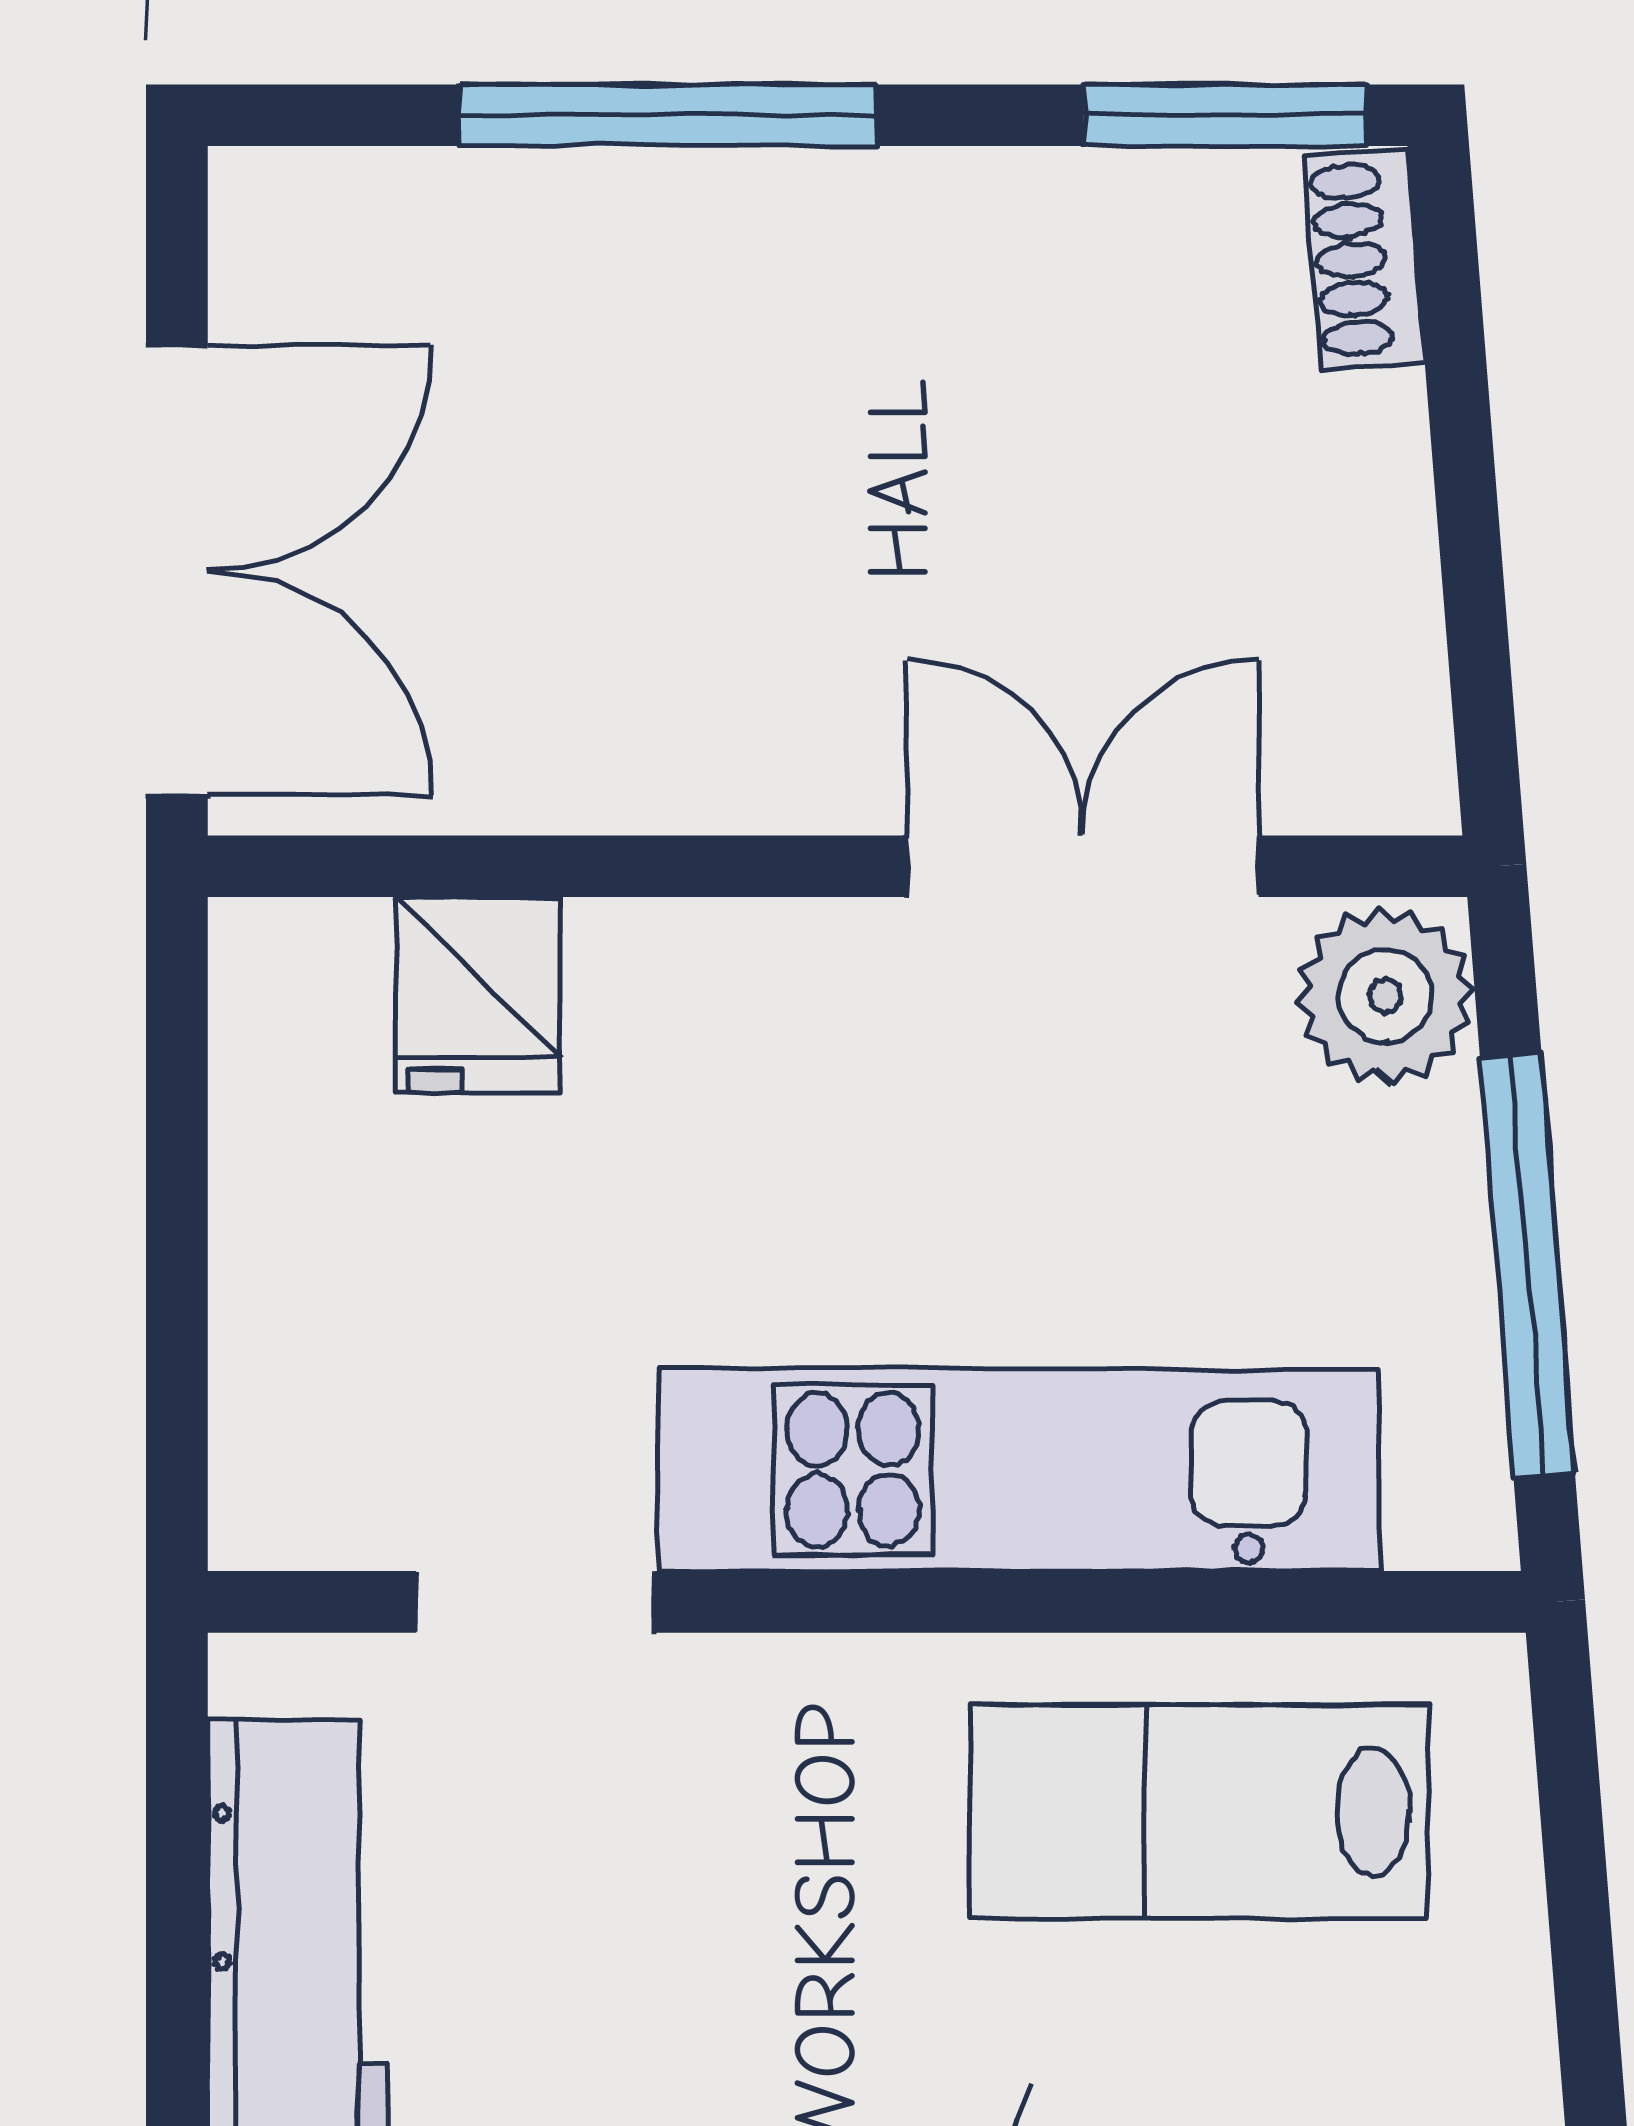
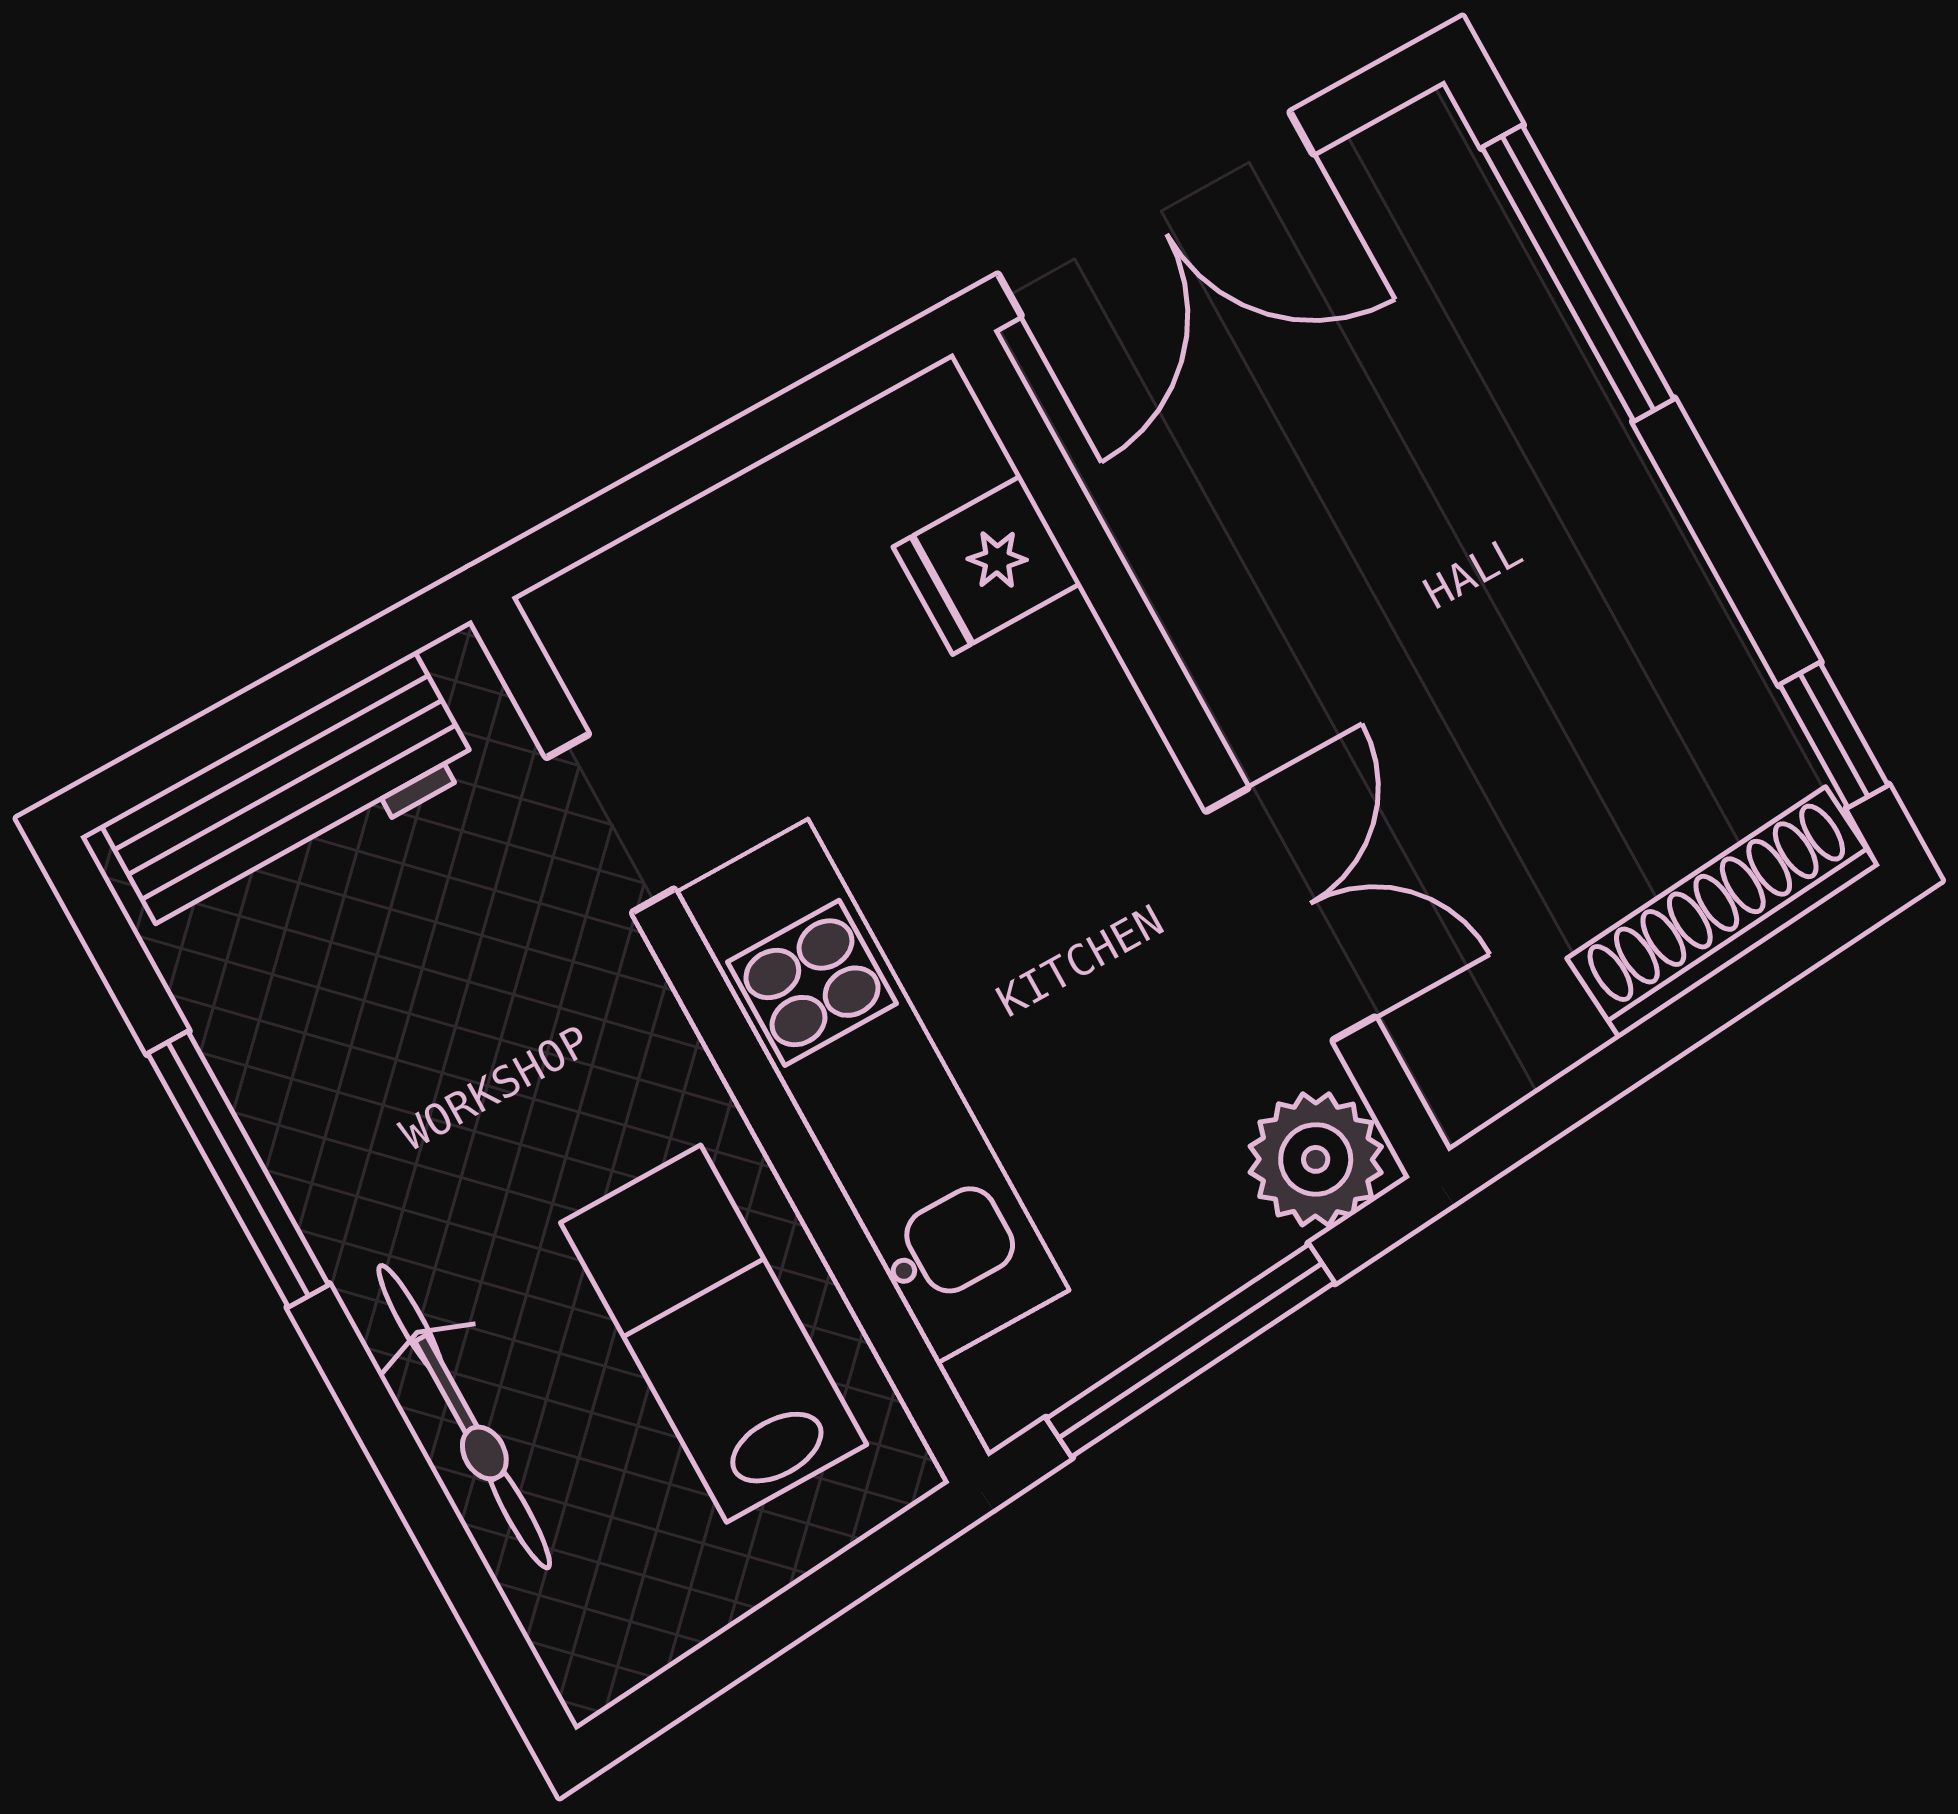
window: (668, 115) -> (1578, 273), moved
window: (1225, 115) -> (1834, 735), width x0.67
shoe rack: (1364, 259) -> (1723, 912), width x1.94, depth x1.24

